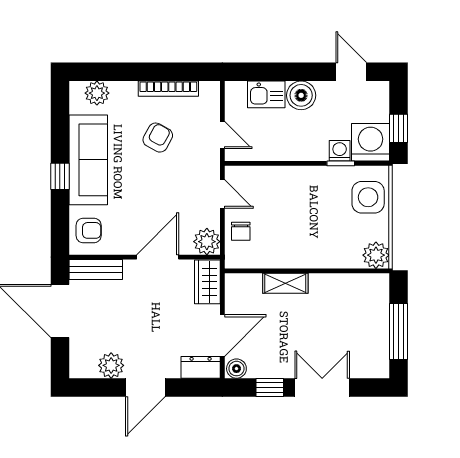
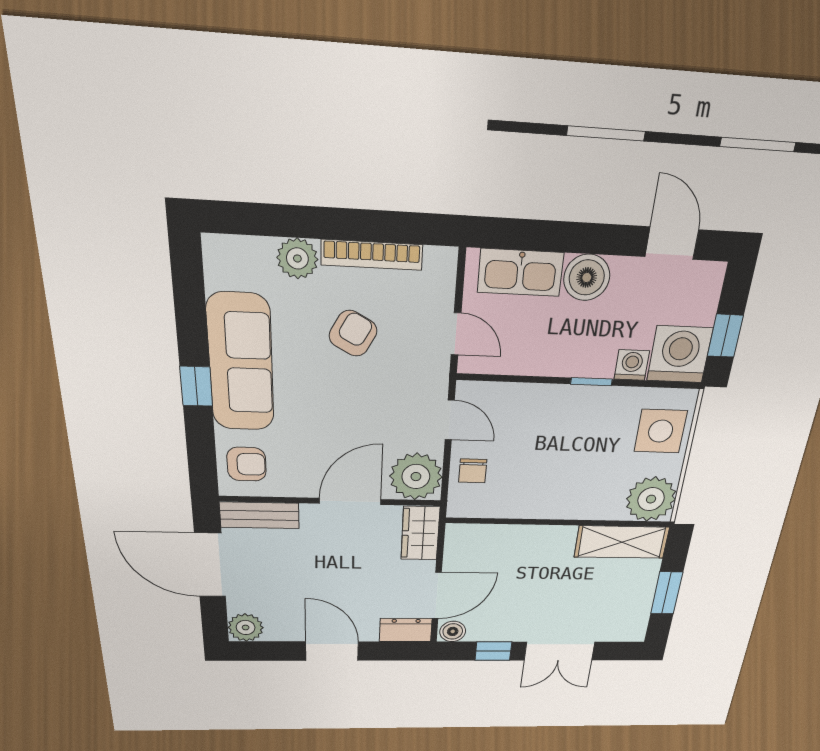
plant: (97, 93) -> (297, 258), moved
kitchen sink: (266, 94) -> (520, 273), width x1.38
window: (341, 163) -> (591, 382), moved
plant: (207, 242) -> (416, 477), width x1.36, depth x1.36
plant: (376, 255) -> (651, 499), width x1.36, depth x1.36
shelving: (285, 283) -> (622, 542), moved, width x1.50, depth x1.33
window: (399, 331) -> (667, 593), width x0.69
plant: (111, 365) -> (246, 628), moved
door: (145, 387) -> (332, 651), swing flipped
double door: (322, 387) -> (559, 651), swing flipped

